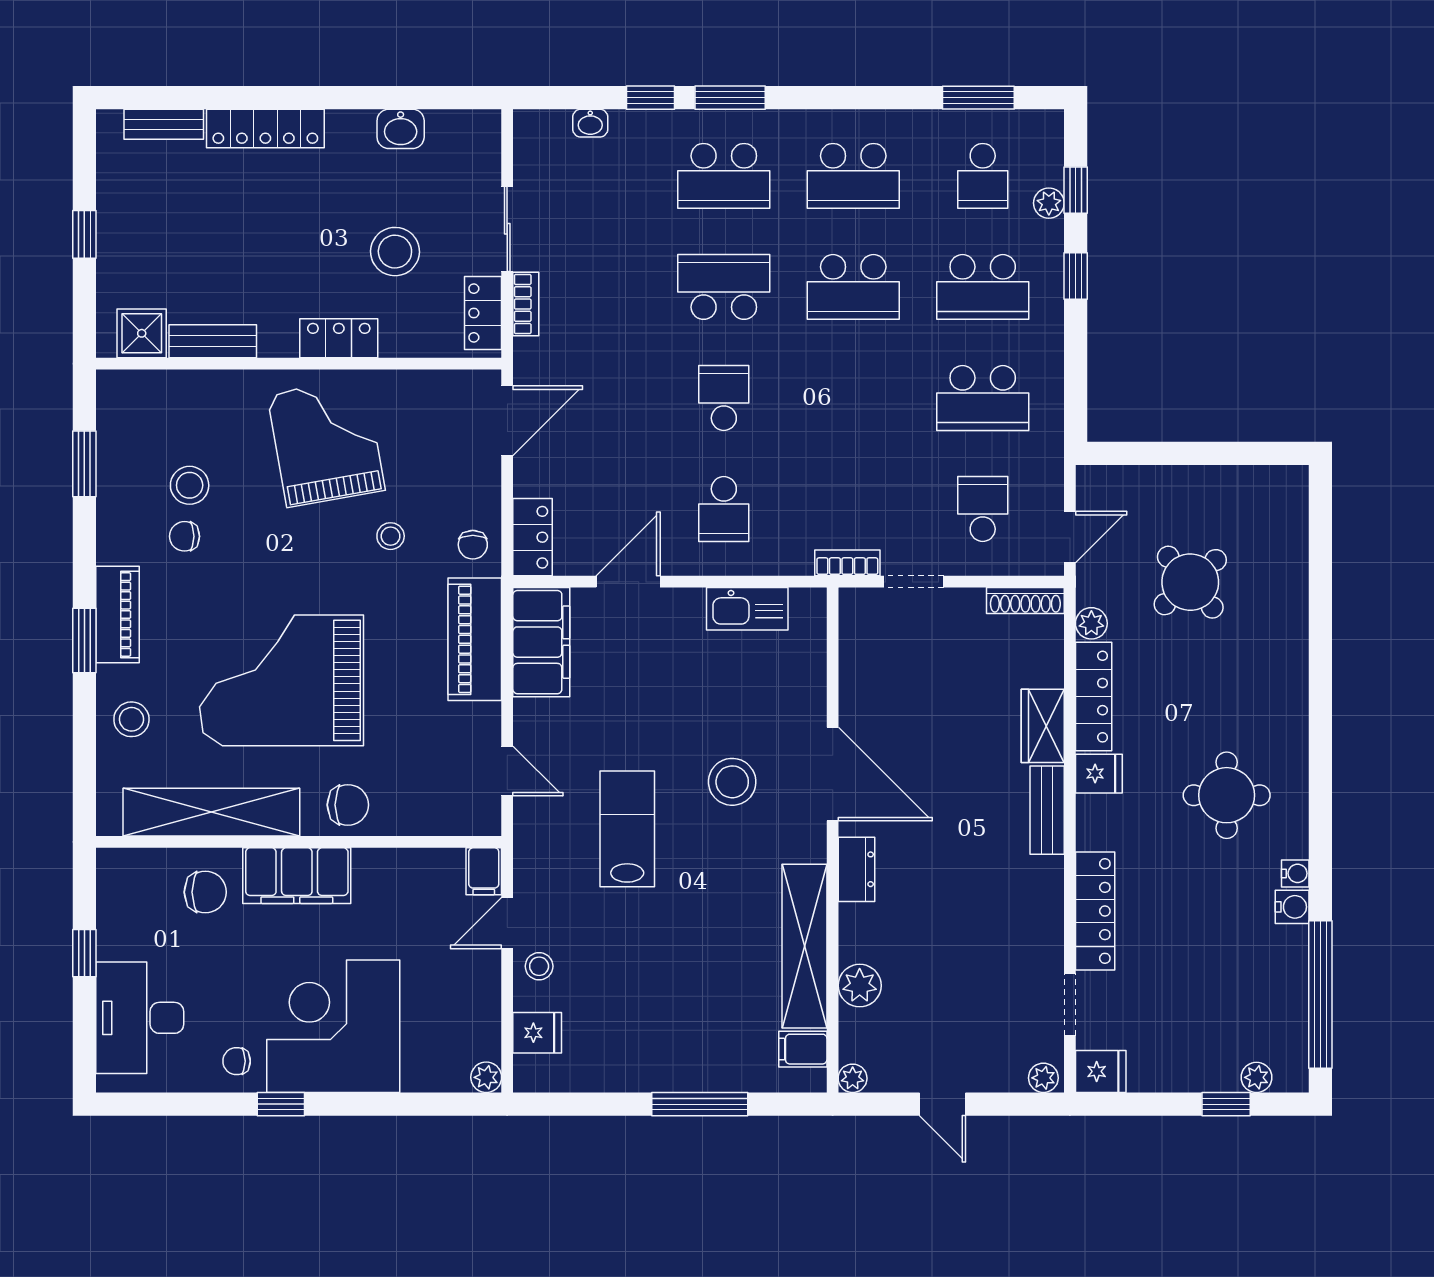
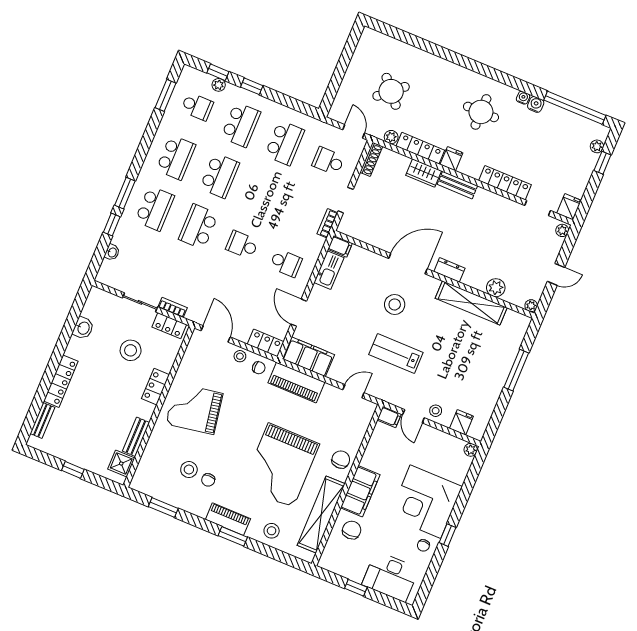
stool: (391, 536) -> (240, 356), moved
filing cabinet: (803, 1049) -> (340, 246), moved, turned -90

